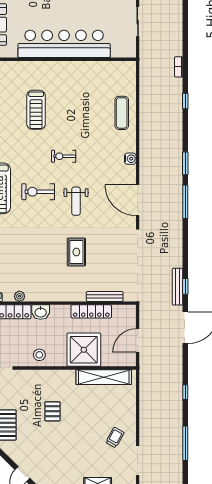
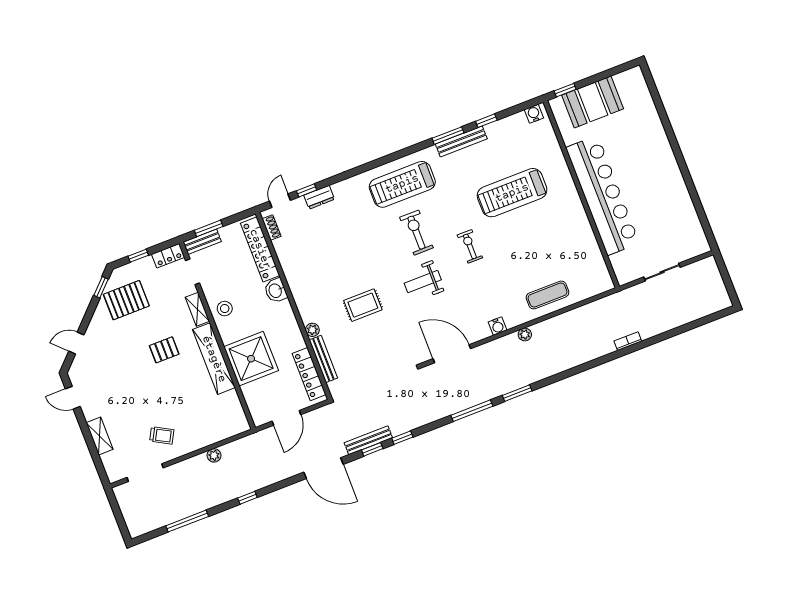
window: (185, 101) -> (402, 438), moved
treadmill: (36, 110) -> (512, 193), width x1.37, depth x1.38
plant: (144, 141) -> (525, 334), added
door: (138, 200) -> (452, 354), hinge flipped
plant: (19, 296) -> (312, 330), moved
locker: (91, 311) -> (309, 374), moved
door: (138, 341) -> (286, 418), swing flipped
shelving: (32, 375) -> (197, 309), added
shelving: (104, 377) -> (214, 359), moved
plant: (145, 405) -> (214, 455), added

